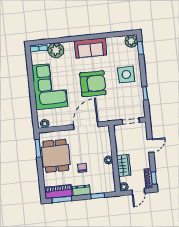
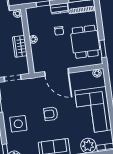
armchair: (93, 84) -> (51, 114), width x0.53, depth x0.53
door: (86, 126) -> (57, 72), hinge flipped
wardrobe: (124, 165) -> (20, 46), moved

